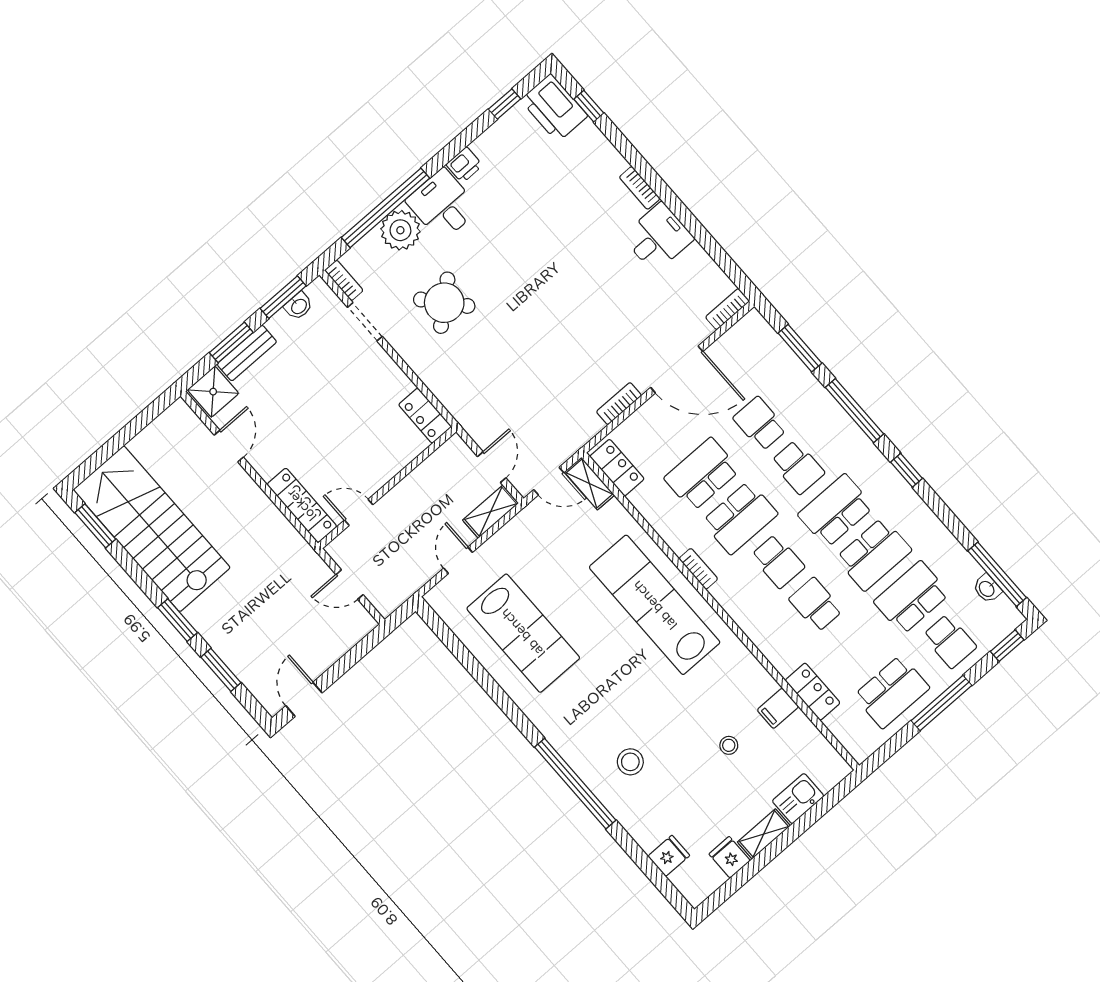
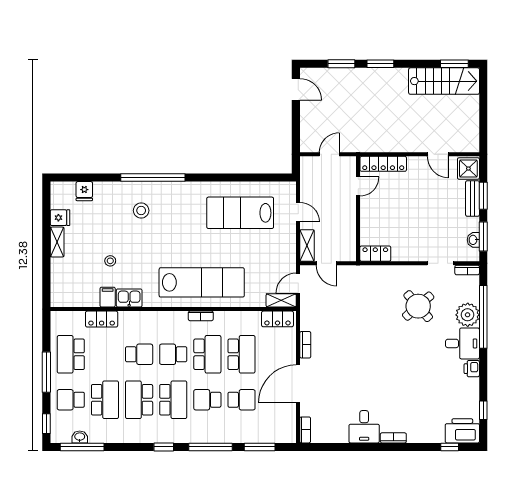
school desk: (740, 518) -> (207, 354), turned 180
stairs: (152, 529) -> (444, 81), width x0.73, depth x0.66
kitchen sink: (798, 799) -> (129, 298), moved, turned -90

